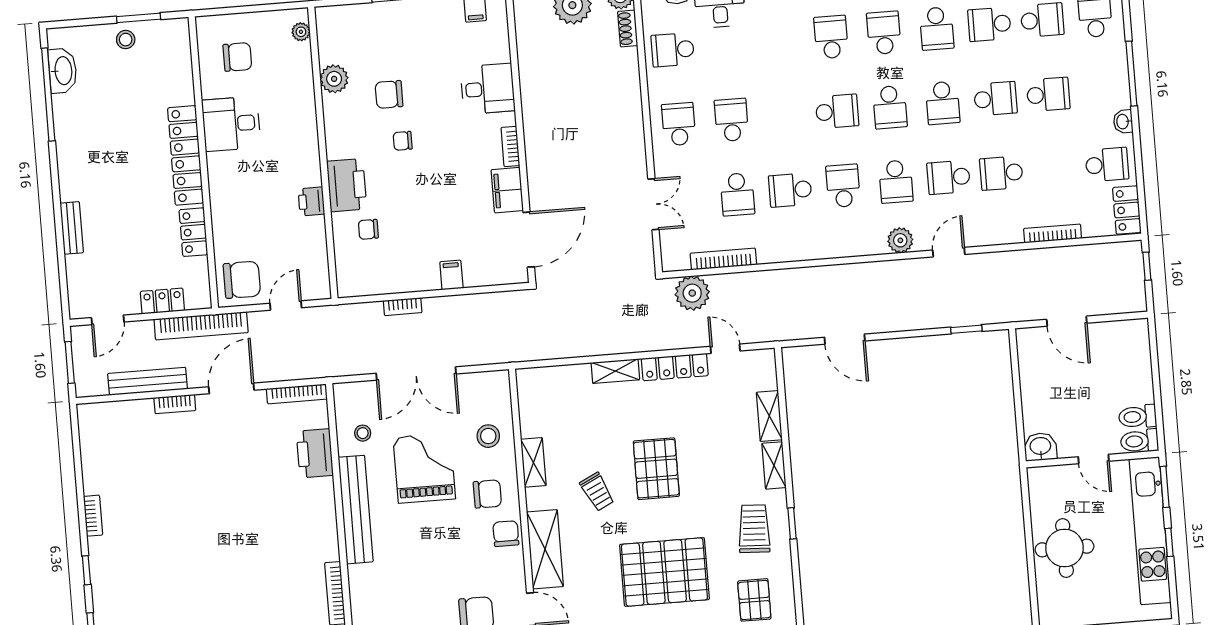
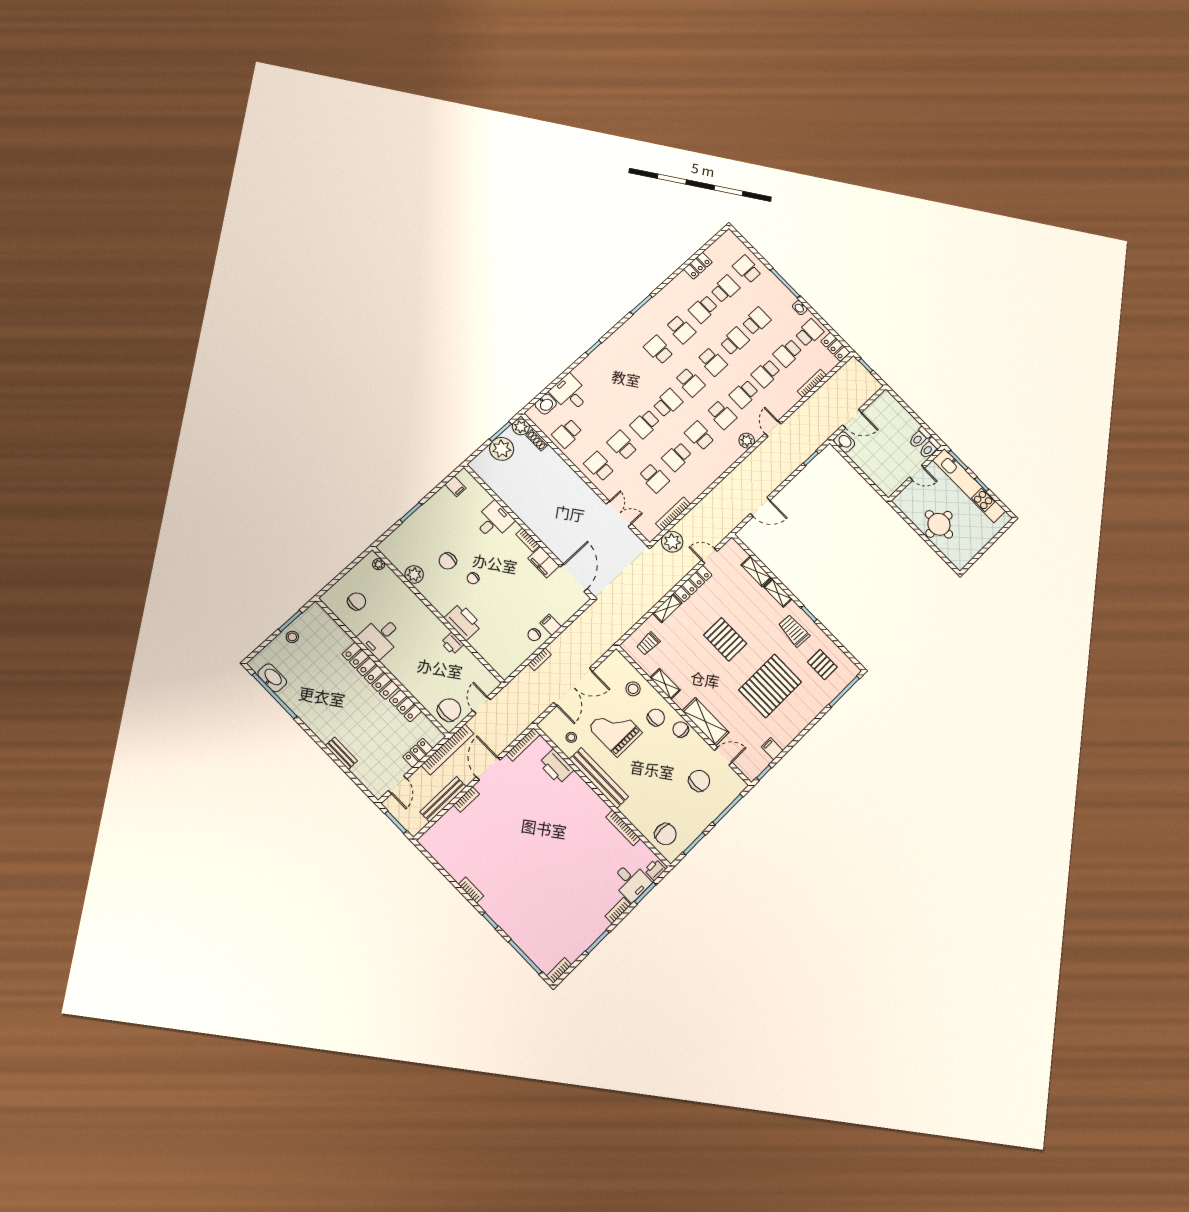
school desk: (831, 37) -> (645, 424), moved, turned -90
school desk: (1054, 169) -> (788, 353), added
chair: (368, 229) -> (534, 635), moved
washbasin: (1040, 447) -> (844, 442), moved, turned 90
trolley: (597, 492) -> (648, 644), moved, turned 116

